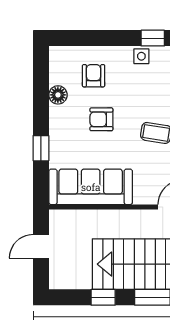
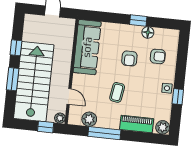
armchair: (101, 119) -> (129, 58), turned 180
window: (41, 148) -> (138, 20), moved

